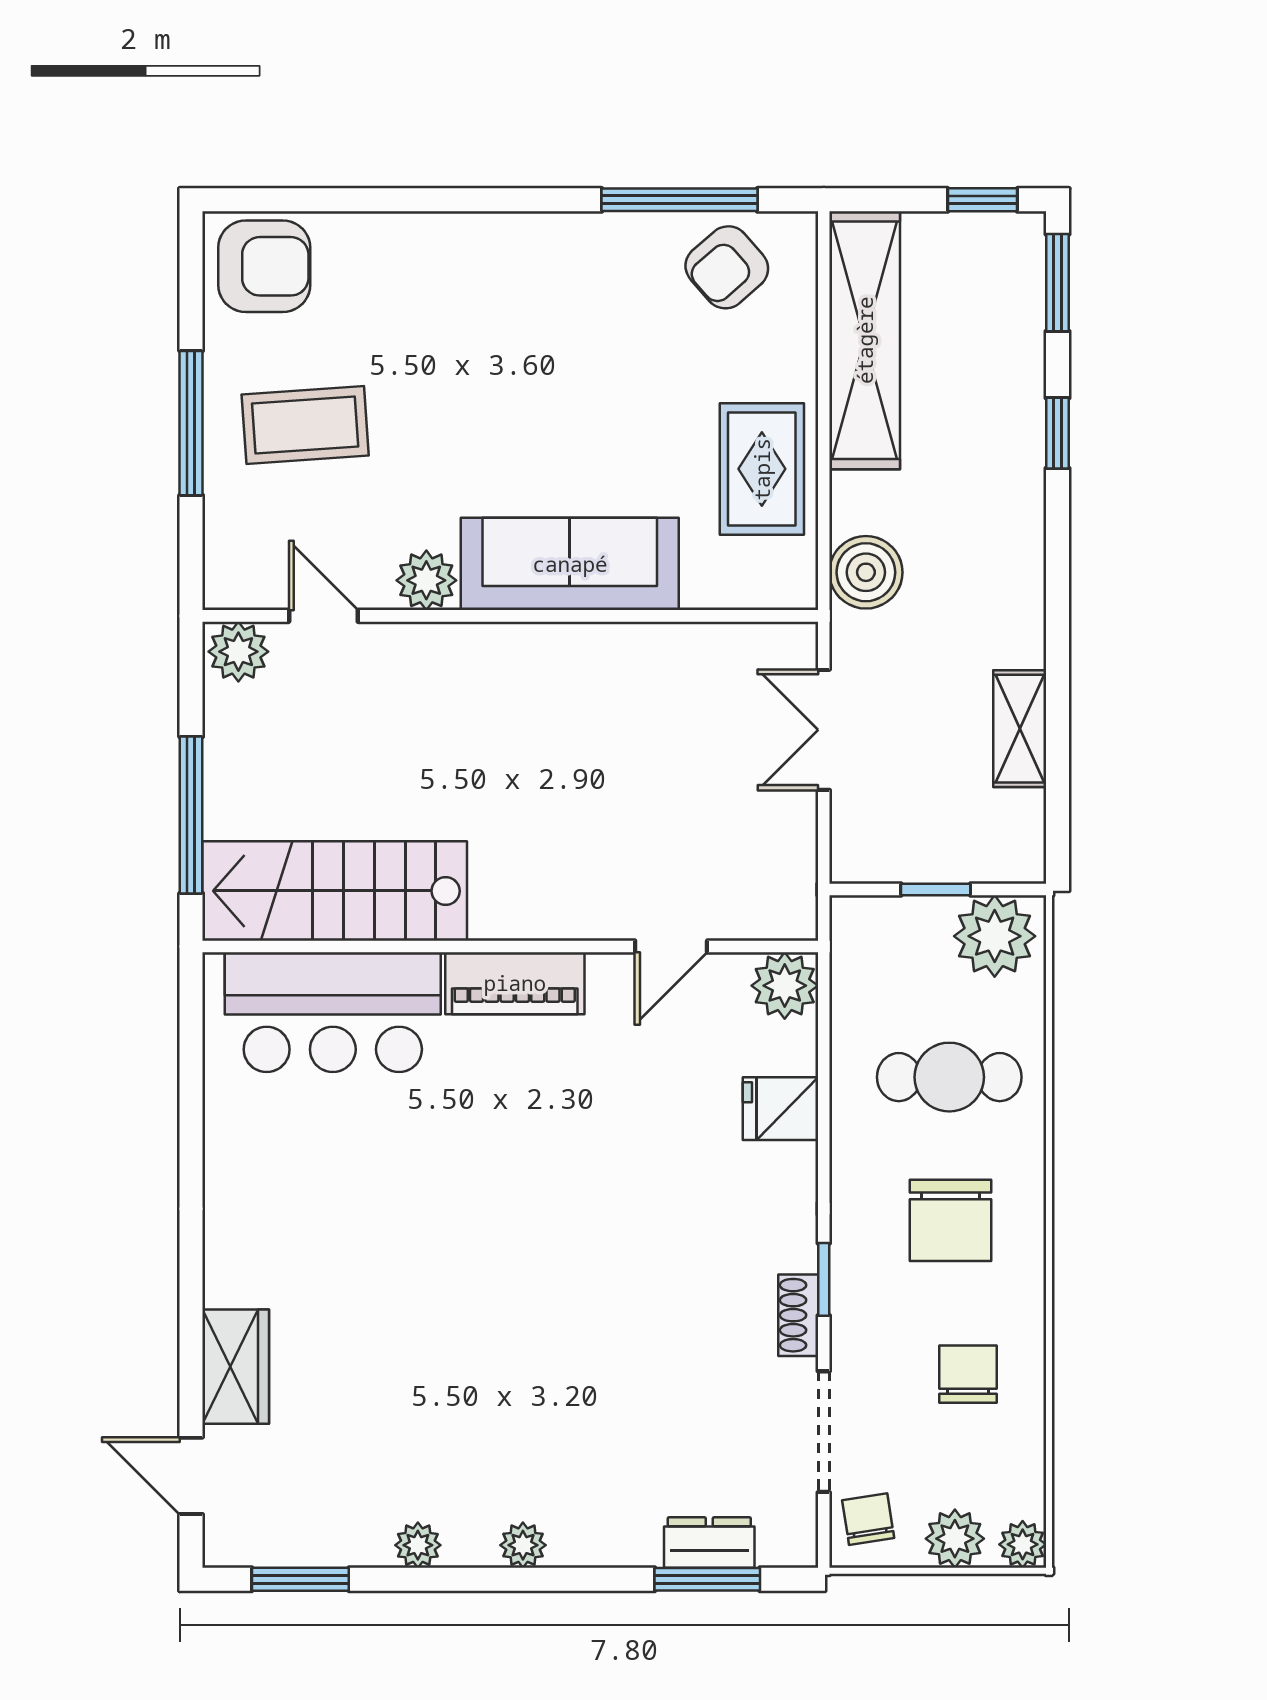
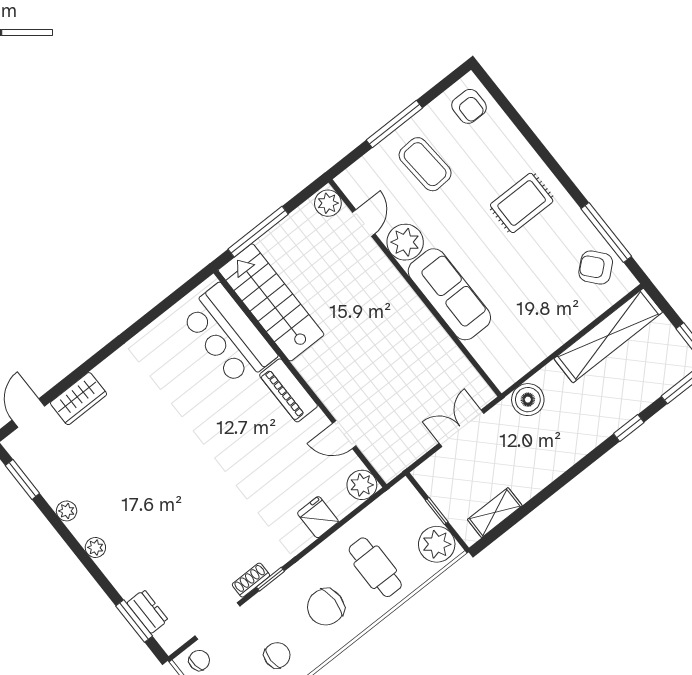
armchair: (264, 266) -> (469, 106), width x0.72, depth x0.72
rug: (762, 469) -> (522, 203), moved
plant: (426, 580) -> (405, 242), width x1.36, depth x1.36
shelving: (1020, 729) -> (495, 513), moved

